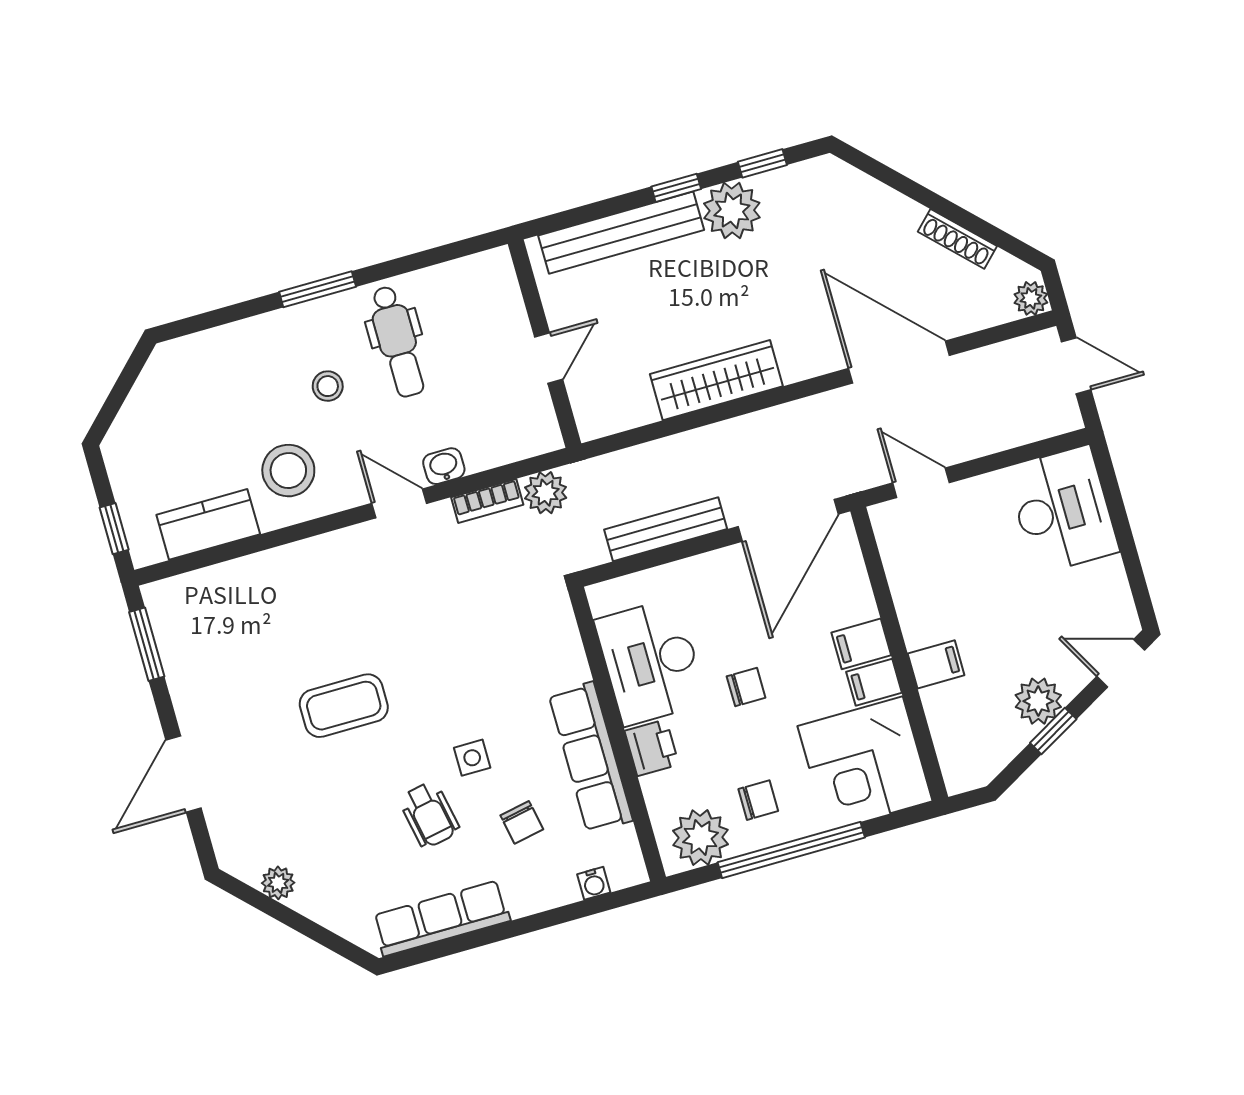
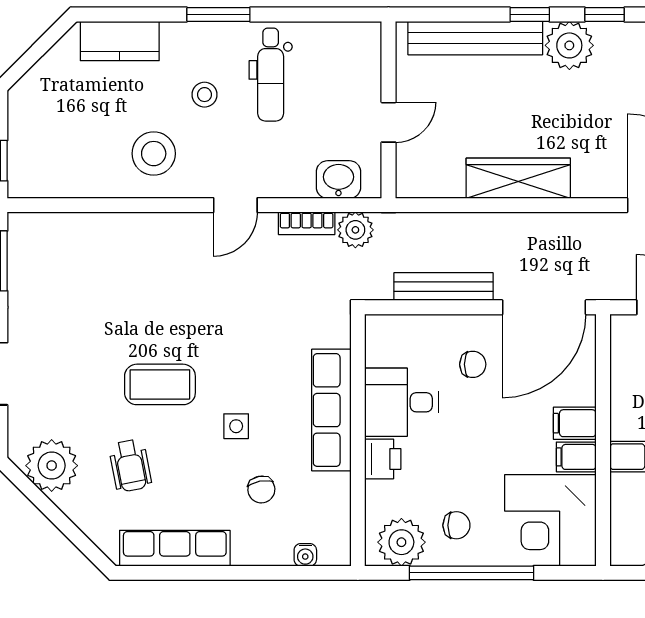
washbasin: (444, 466) -> (338, 180), moved, width x1.38, depth x1.45
door: (399, 503) -> (235, 205), swing flipped
kitchen counter: (208, 524) -> (120, 41), moved, turned 180
desk: (651, 662) -> (401, 402), width x0.73
chair: (746, 687) -> (473, 364), moved
coffee table: (344, 706) -> (160, 384), moved
row of seats: (591, 757) -> (331, 410), moved
wheelchair: (429, 815) -> (130, 465), moved
plant: (278, 883) -> (52, 466), width x1.87, depth x1.87

